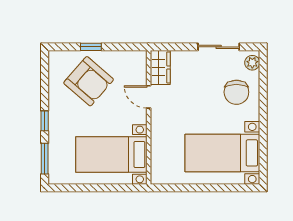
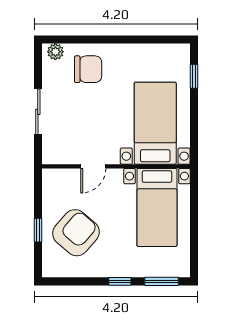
sliding door: (219, 47) -> (38, 112), moved
wardrobe: (160, 67) -> (61, 153), removed
bed with nightstands: (222, 153) -> (155, 123), moved, turned 180
window: (230, 188) -> (194, 76), added

